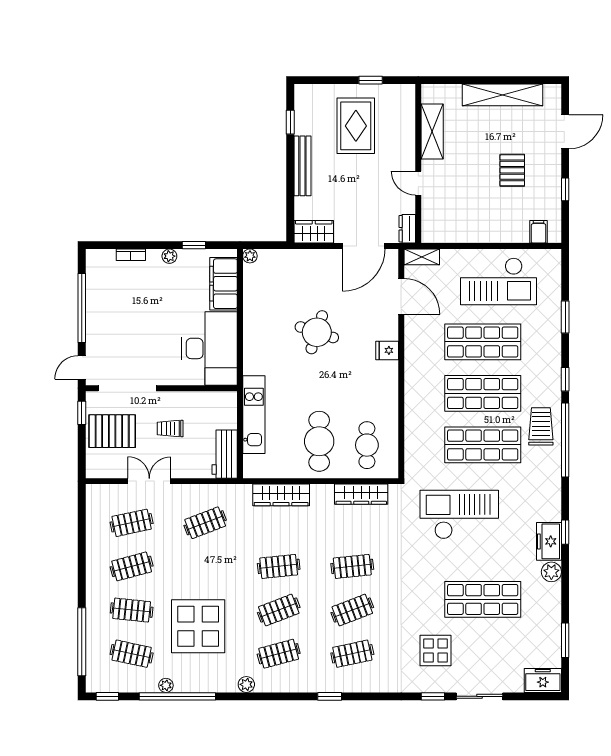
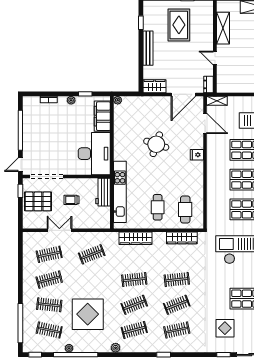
kitchen unit: (254, 415) -> (120, 192), width x1.36
cafe table: (319, 441) -> (158, 207), width x0.73, depth x0.74
workbench: (225, 454) -> (103, 192), moved

